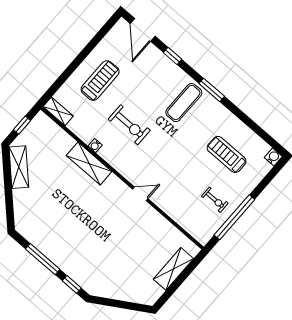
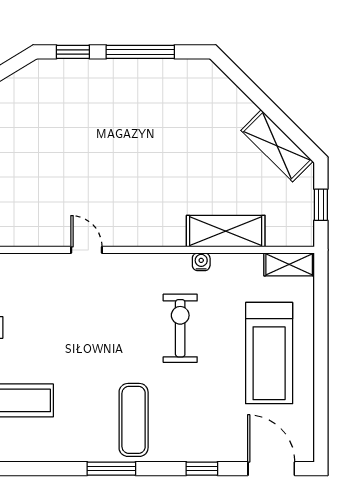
treadmill: (100, 81) -> (269, 353), width x1.37, depth x1.38
exercise bike: (129, 125) -> (180, 328), turned 90
shelving: (89, 164) -> (226, 231), moved
door: (140, 194) -> (86, 250), swing flipped

